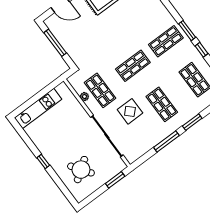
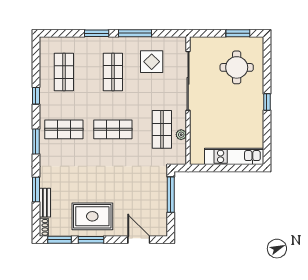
window: (187, 31) -> (36, 141), moved
window: (55, 43) -> (171, 195), moved
display table: (130, 111) -> (152, 62), moved
round table: (81, 170) -> (237, 67), turned 35
window: (115, 180) -> (238, 33), moved

